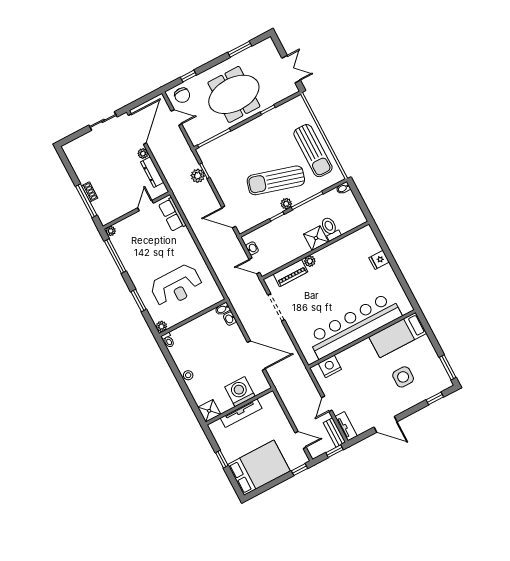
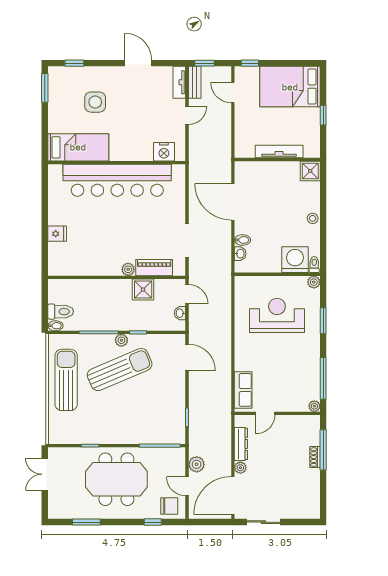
chair: (182, 95) -> (169, 506), turned 90
plant: (198, 176) -> (197, 464), moved
sun lounger: (276, 180) -> (120, 370), turned -39
toilet: (330, 228) -> (61, 312), moved, turned -90
shower: (316, 238) -> (143, 289), moved
bidet: (222, 309) -> (242, 240), moved
washing machine: (240, 392) -> (295, 260), moved, turned 180

